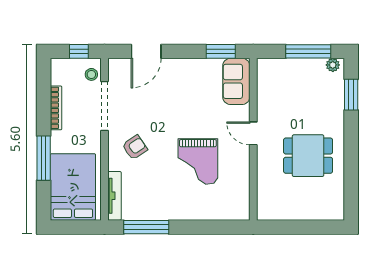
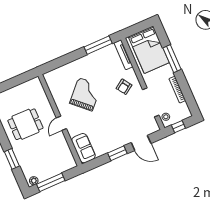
door: (146, 51) -> (141, 143), swing flipped
window: (221, 51) -> (117, 153), moved
window: (351, 95) -> (12, 159), moved
door: (253, 133) -> (61, 123), swing flipped
grand piano: (198, 161) -> (85, 94), turned 43

